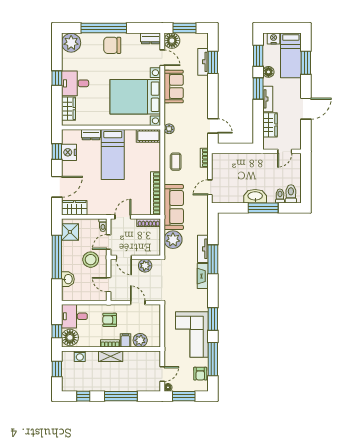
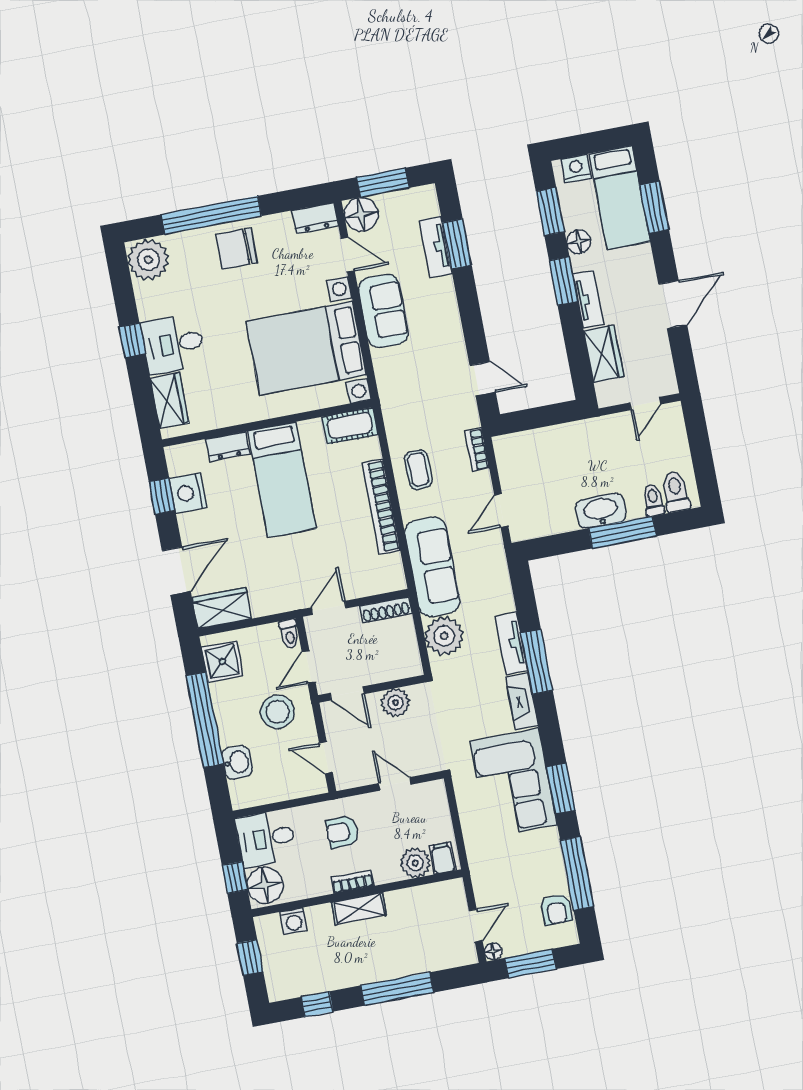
plant: (169, 129) -> (391, 403), removed
bookcase: (156, 193) -> (381, 507), moved
corner sofa: (192, 334) -> (514, 783), moved
filing cabinet: (125, 340) -> (443, 858), moved

